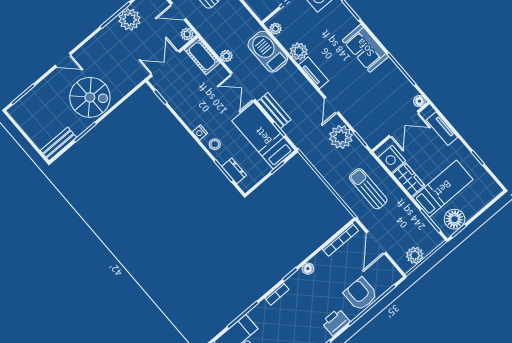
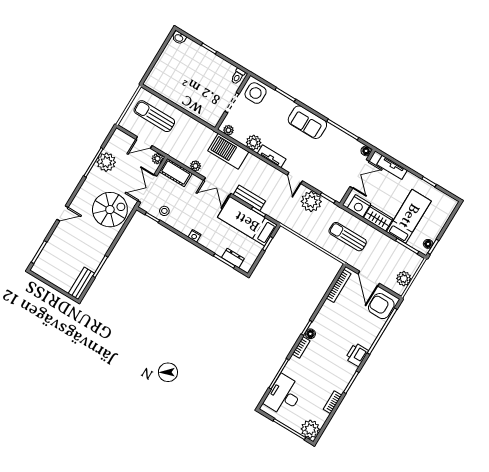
spiral stairs: (90, 97) -> (110, 210), moved
stool: (215, 144) -> (164, 211), moved
floor lamp: (455, 219) -> (428, 244), width x0.53, depth x0.53
floor lamp: (308, 269) -> (310, 334), moved
armchair: (360, 294) -> (381, 306), moved

